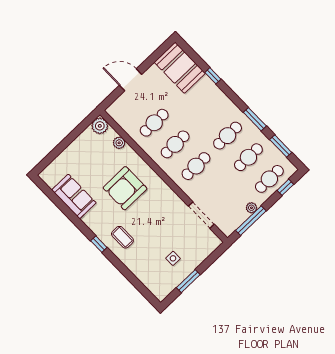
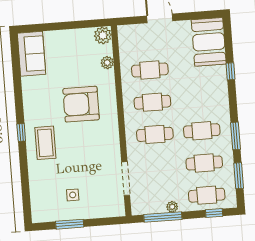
sofa: (74, 196) -> (31, 54), moved
coffee table: (122, 237) -> (45, 143), width x1.36, depth x1.30

